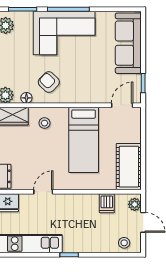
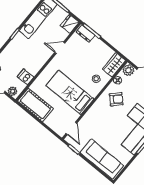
door: (43, 192) -> (60, 48), swing flipped

